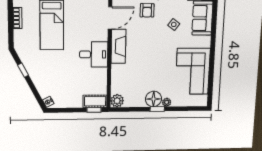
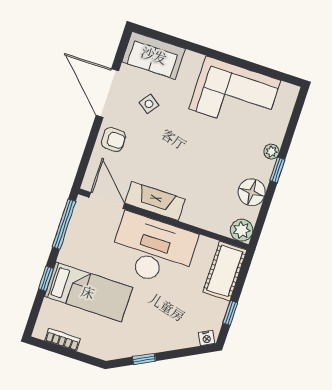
desk: (94, 54) -> (153, 250), width x1.87, depth x1.30
floor lamp: (154, 99) -> (252, 192), moved
cot: (95, 101) -> (225, 271), width x1.37, depth x1.34
window: (94, 110) -> (230, 313), moved

